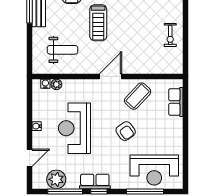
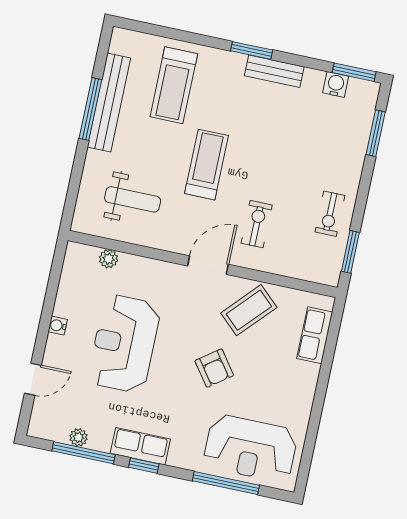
treadmill: (98, 23) -> (206, 165), turned 180
exercise bike: (132, 49) -> (257, 224), added
window: (185, 53) -> (350, 252), added
water cooler: (45, 84) -> (89, 253), removed
plant: (56, 179) -> (79, 437), width x0.53, depth x0.53

